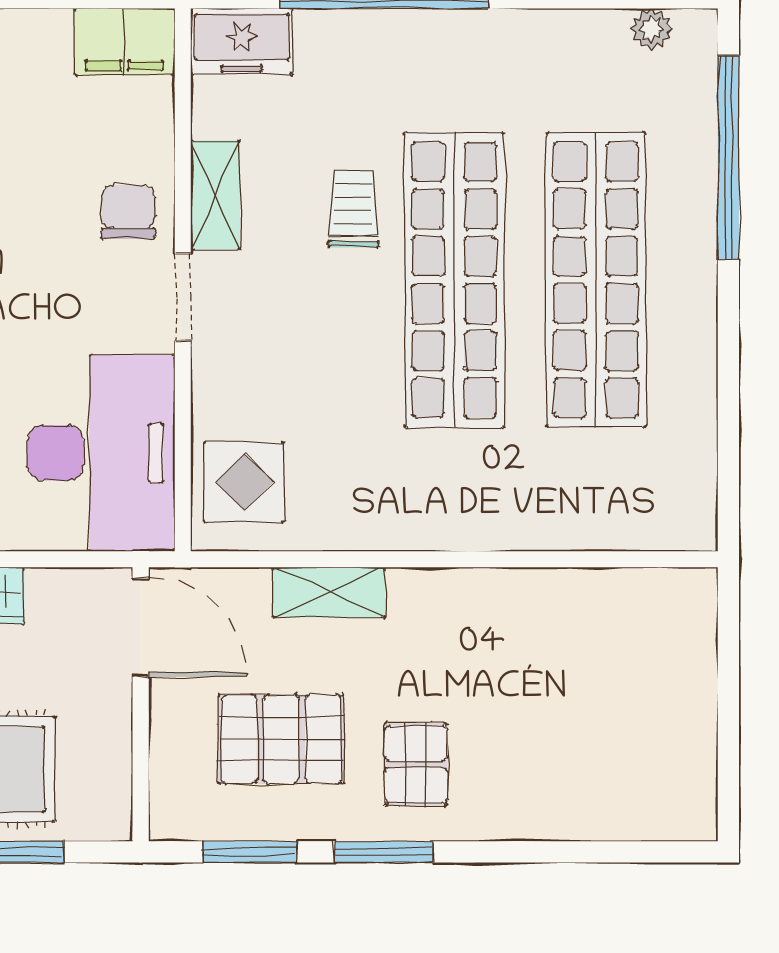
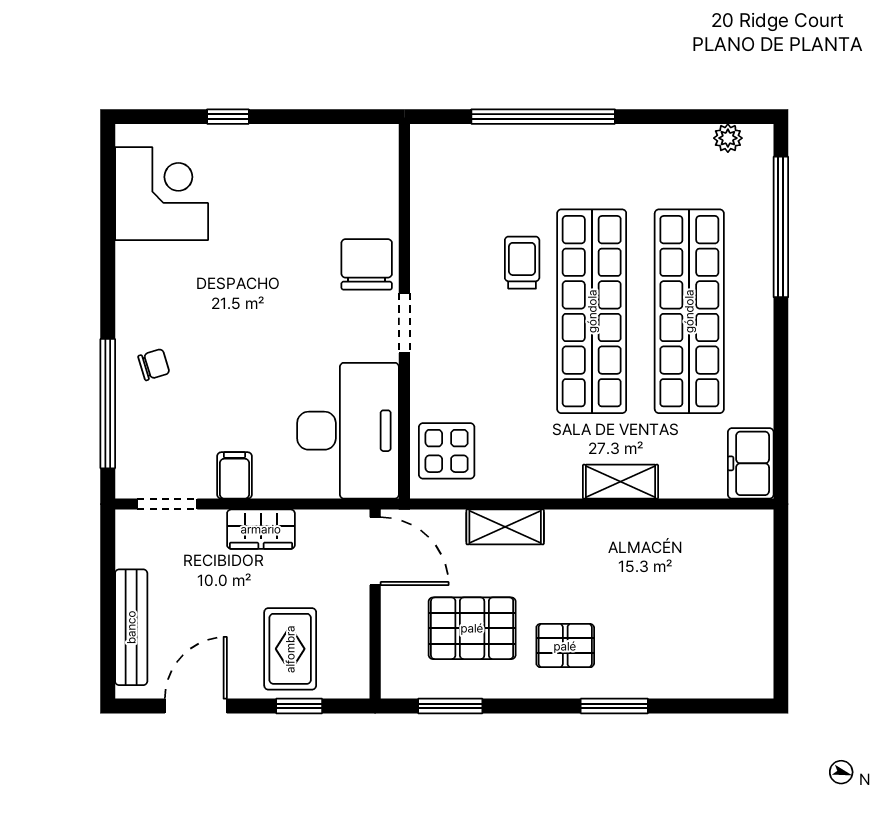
freezer: (242, 41) -> (751, 463), moved, turned 90
filing cabinet: (125, 42) -> (364, 147), removed
shelving: (215, 195) -> (620, 482), moved, turned 90
chair: (128, 212) -> (367, 264), width x1.37, depth x1.37
pallet: (416, 764) -> (565, 646), turned 90
window: (384, 852) -> (614, 706), moved

